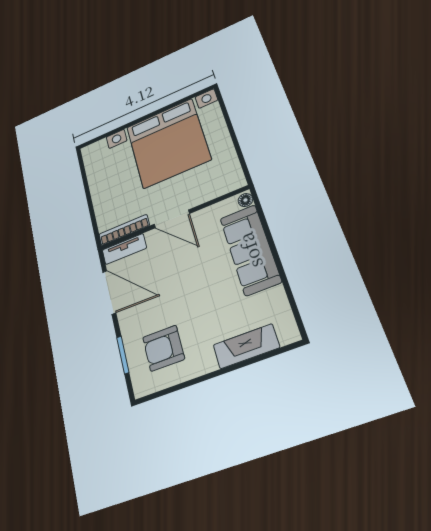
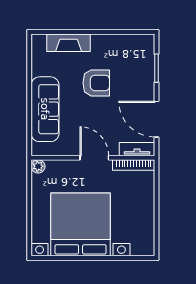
plant: (237, 181) -> (38, 166), added
floor lamp: (245, 200) -> (37, 148), removed
armchair: (164, 348) -> (96, 83), moved

